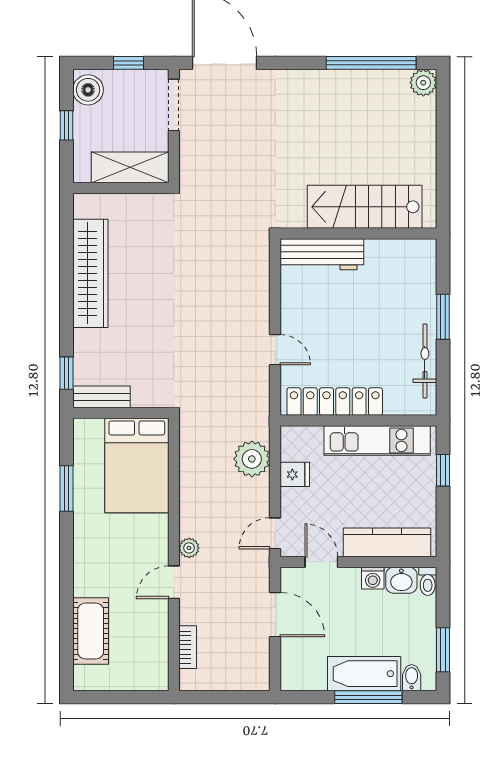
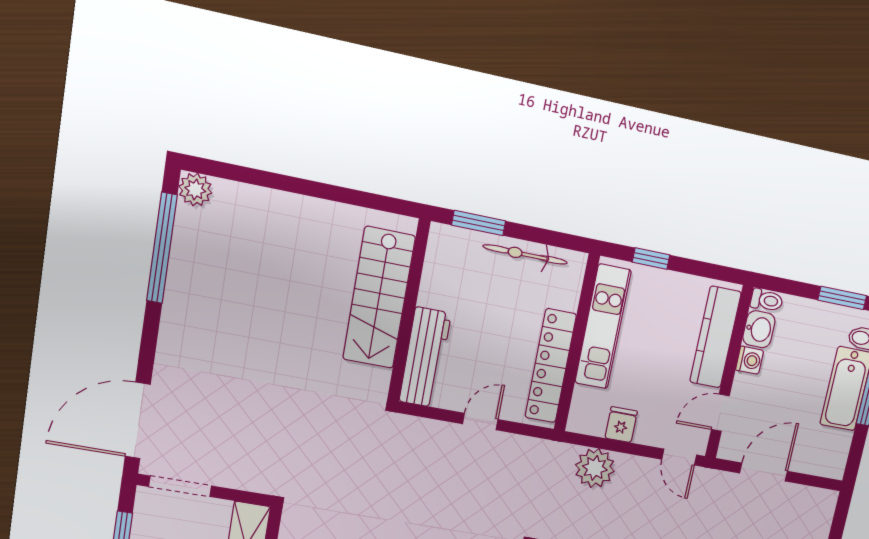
stairs: (365, 207) -> (379, 298), moved
wall: (358, 233) -> (409, 311), moved
workbench: (322, 254) -> (425, 357), moved

